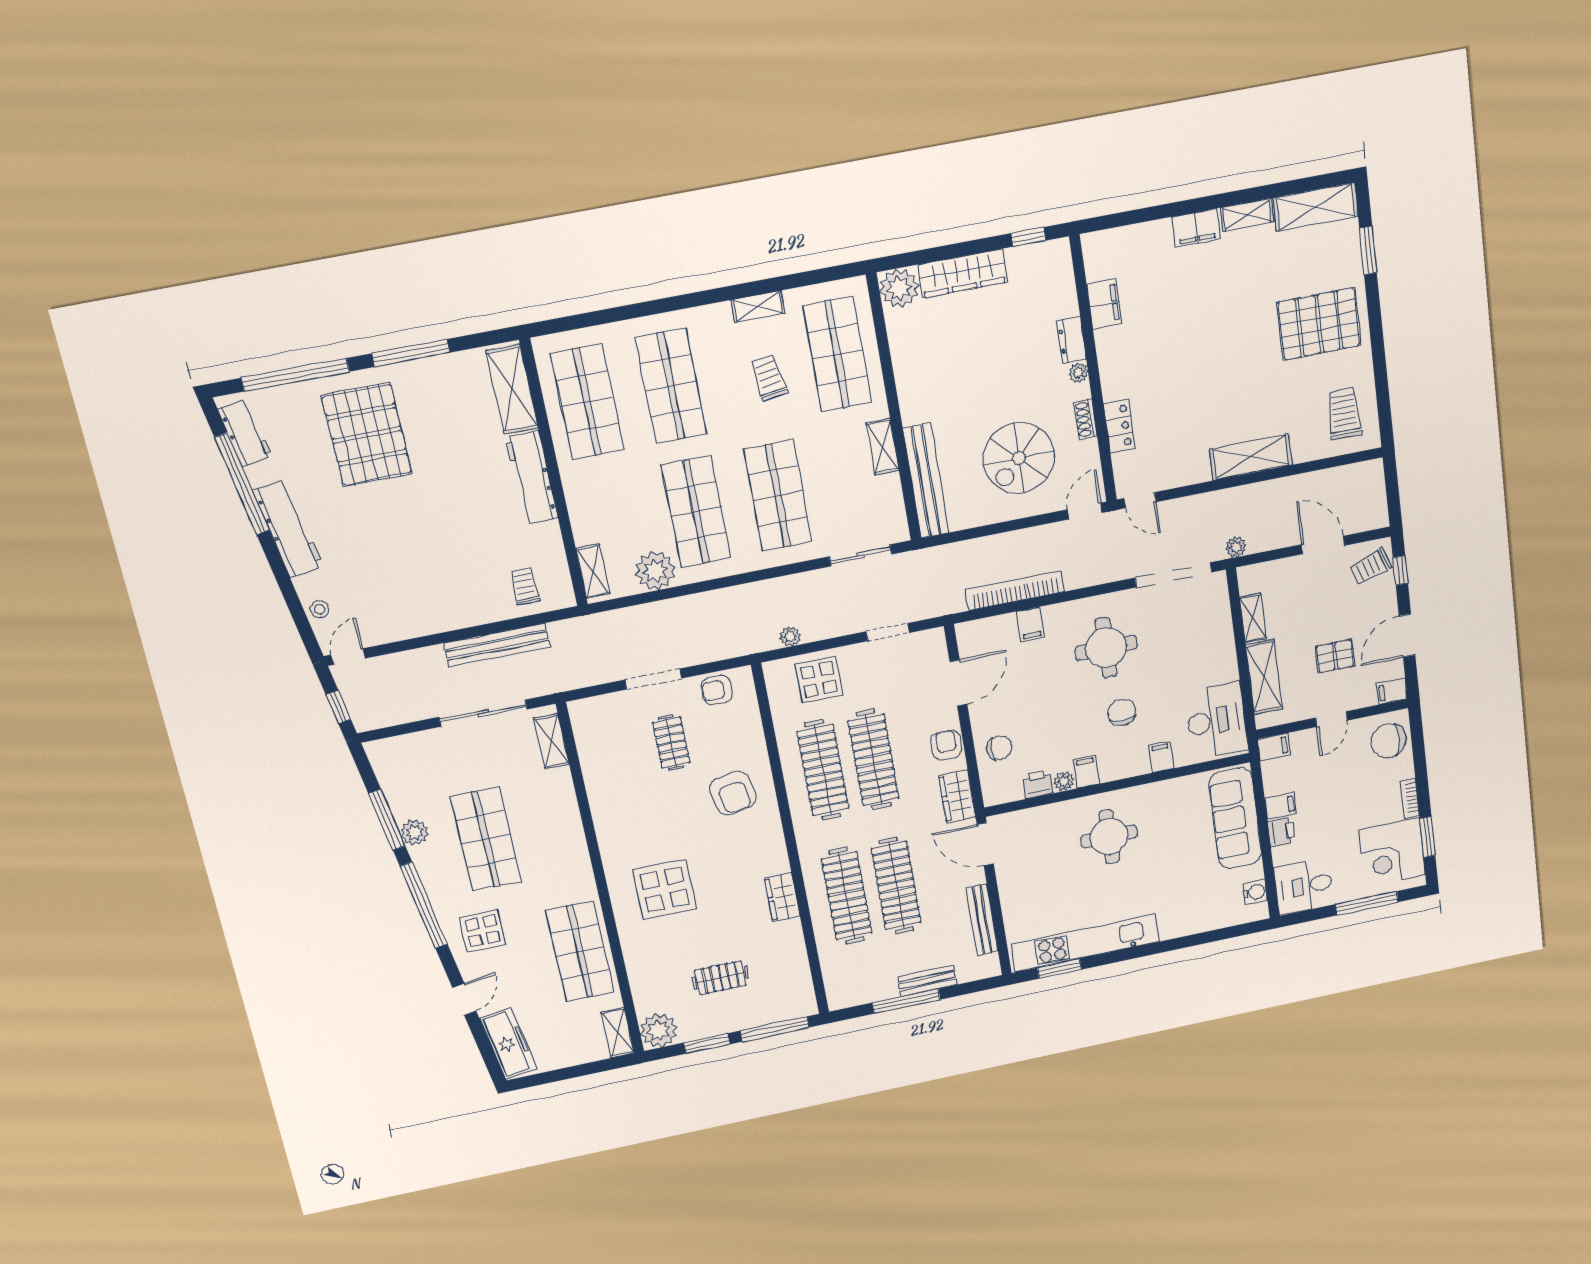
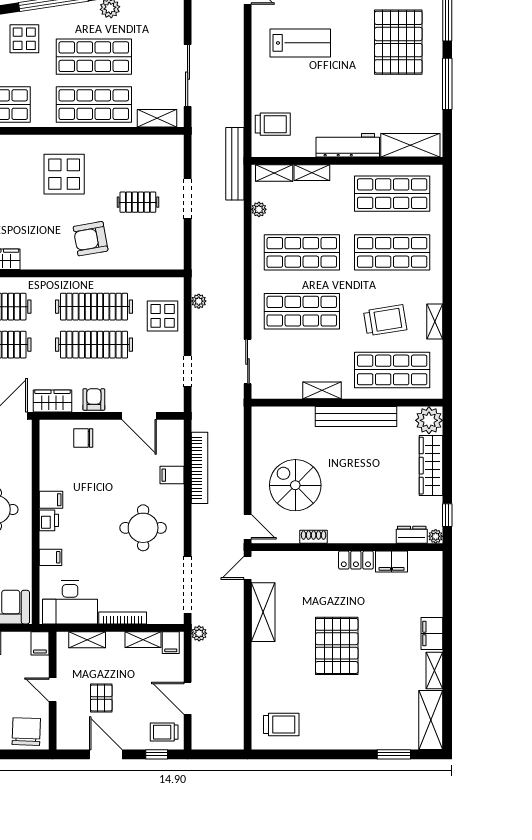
pallet: (1319, 324) -> (337, 646), moved
dresser: (1071, 340) -> (412, 535), moved
plant: (1078, 373) -> (436, 536), moved
trolley: (769, 377) -> (385, 320), width x1.36, depth x1.39
locker: (1119, 426) -> (356, 560), moved
pallet: (367, 435) -> (398, 42), turned 90
shelving: (1251, 457) -> (263, 612), moved
bench: (926, 481) -> (356, 417), moved
shelving: (581, 520) -> (312, 173), added
door: (1323, 545) -> (188, 698), swing flipped
trolley: (1371, 567) -> (164, 732), turned -71
lab bench: (401, 571) -> (300, 43), added
plant: (655, 571) -> (259, 209), width x0.53, depth x0.53
trolley: (525, 586) -> (273, 124), width x1.36, depth x1.39
bench: (497, 645) -> (235, 164), moved
bookcase: (1228, 650) -> (123, 618), added
shelving: (1264, 677) -> (87, 640), width x0.67, depth x0.75
armchair: (717, 690) -> (170, 242), removed
filing cabinet: (1392, 691) -> (171, 643), moved, turned 180
chair: (1122, 712) -> (91, 533), removed
armchair: (946, 745) -> (94, 399), turned -90
chair: (999, 748) -> (83, 438), turned 90
plant: (1064, 781) -> (47, 482), removed
printer: (1038, 784) -> (49, 520), moved
shop shelf: (551, 826) -> (94, 105), added
display table: (665, 889) -> (64, 174), moved

